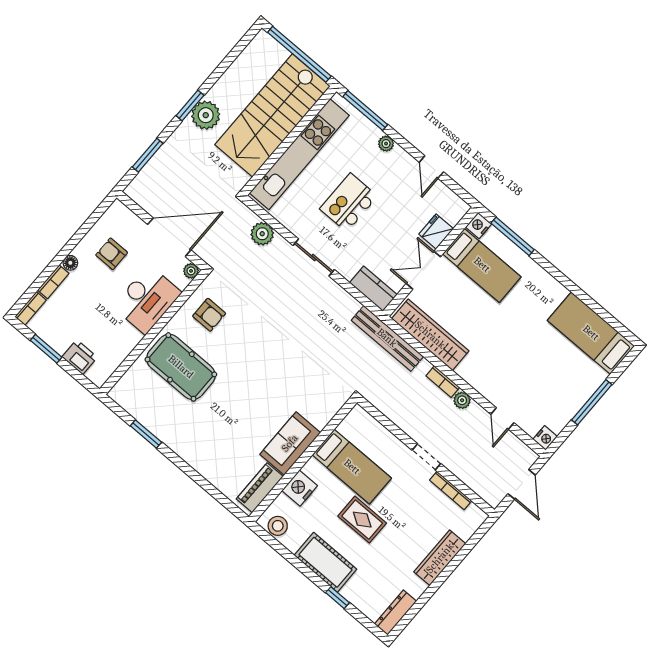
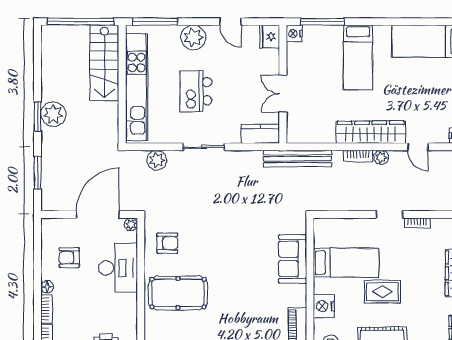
stairs: (273, 115) -> (104, 63), width x0.73, depth x0.66
plant: (386, 144) -> (193, 37), width x1.88, depth x1.88
fridge: (436, 231) -> (270, 37), moved
bed: (482, 265) -> (358, 57), moved, turned 90
wardrobe: (430, 335) -> (371, 132), moved
sofa: (290, 443) -> (293, 259), moved
bookcase: (451, 490) -> (417, 223), width x0.64

